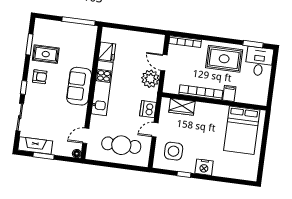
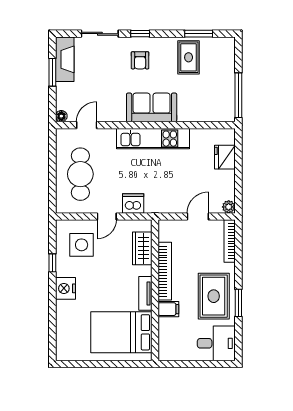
window: (253, 44) -> (238, 303), moved
fridge: (107, 52) -> (225, 157), moved, turned 90
armchair: (40, 77) -> (140, 60), moved
plant: (150, 79) -> (229, 207), moved, width x0.53, depth x0.53
tv unit: (216, 109) -> (145, 293), added
door: (155, 130) -> (107, 216), swing flipped
door: (86, 136) -> (87, 125), hinge flipped

